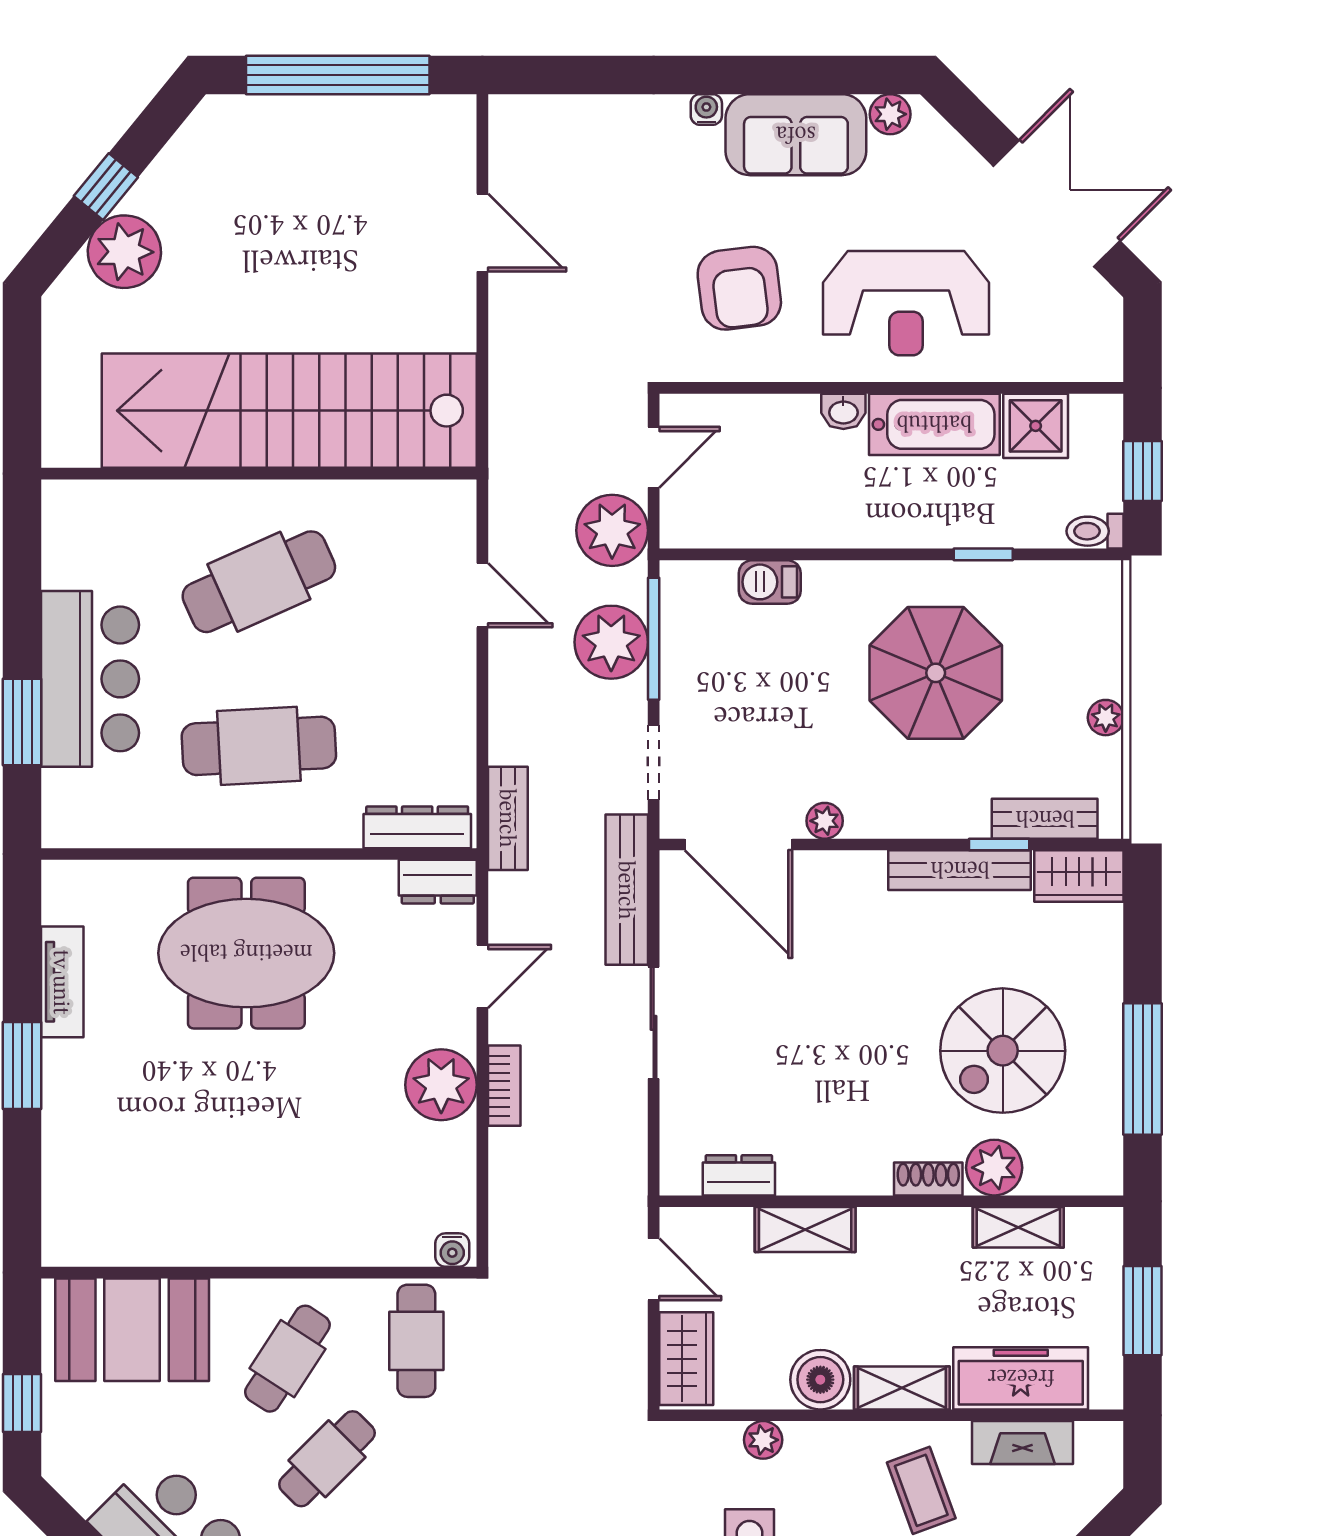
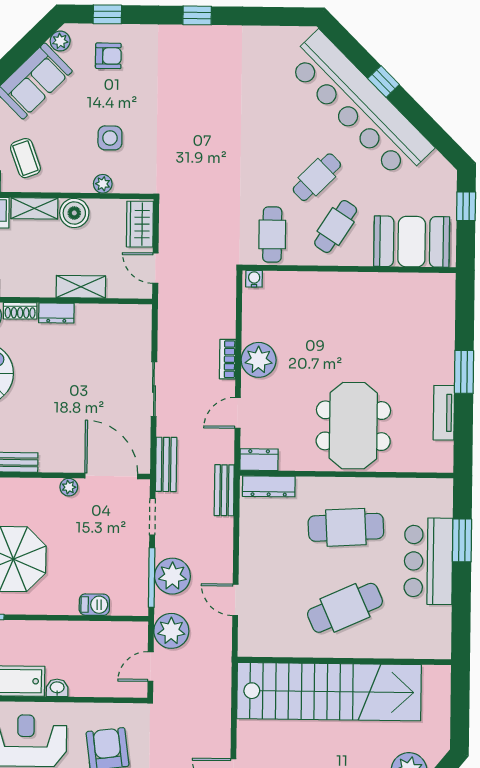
bench: (627, 890) -> (166, 464), width x0.73
meeting table: (246, 953) -> (353, 426), turned 90
dresser: (739, 1175) -> (56, 313), moved

